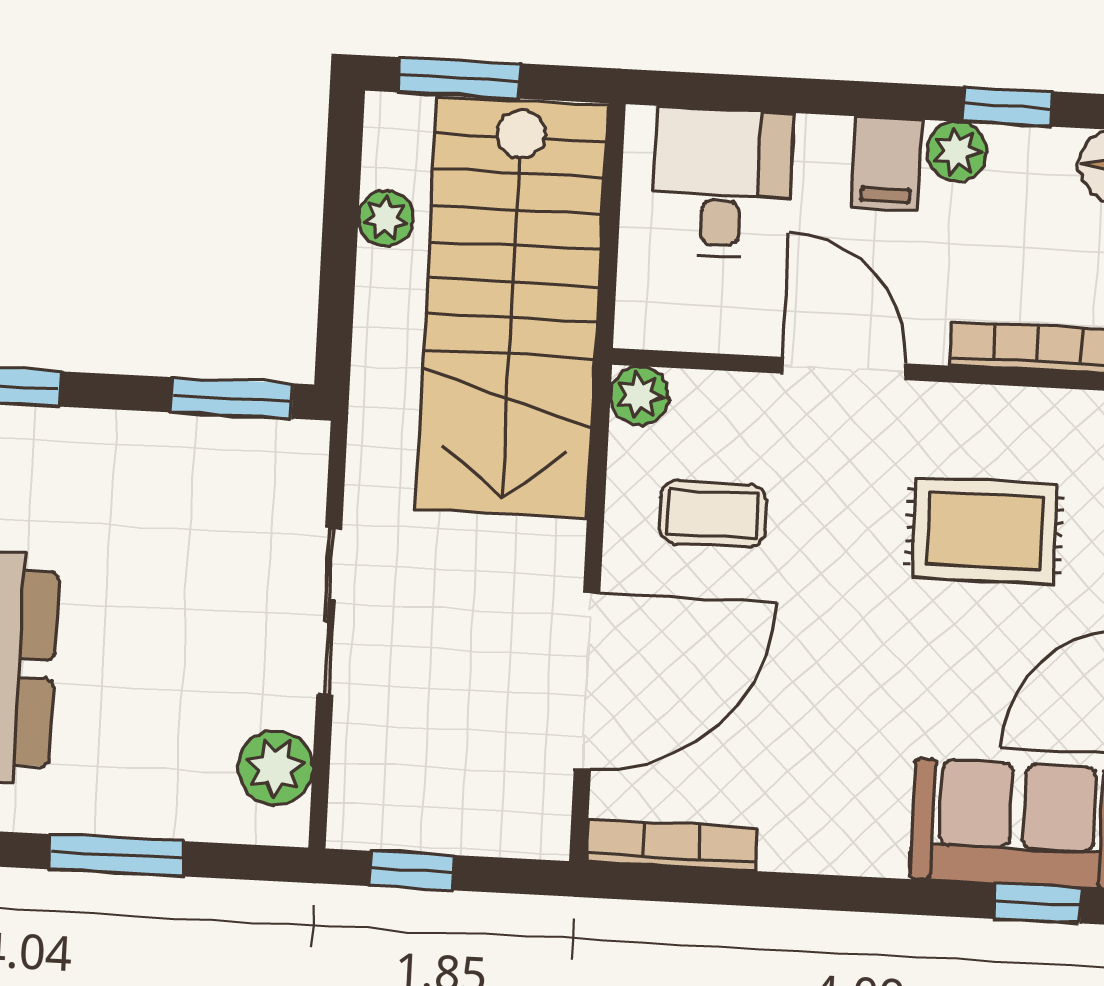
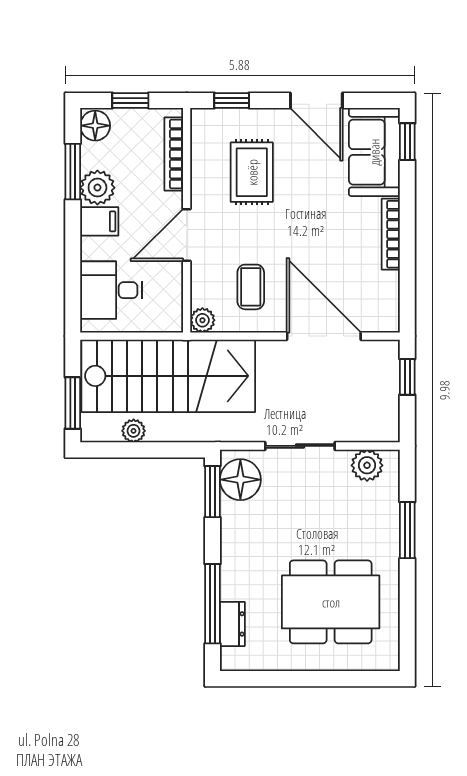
window: (1008, 107) -> (73, 172), width x1.50
plant: (957, 151) -> (97, 188), width x1.38, depth x1.38
floor lamp: (257, 466) -> (240, 480), added
bookcase: (671, 845) -> (391, 234), moved
window: (412, 871) -> (407, 377), moved

